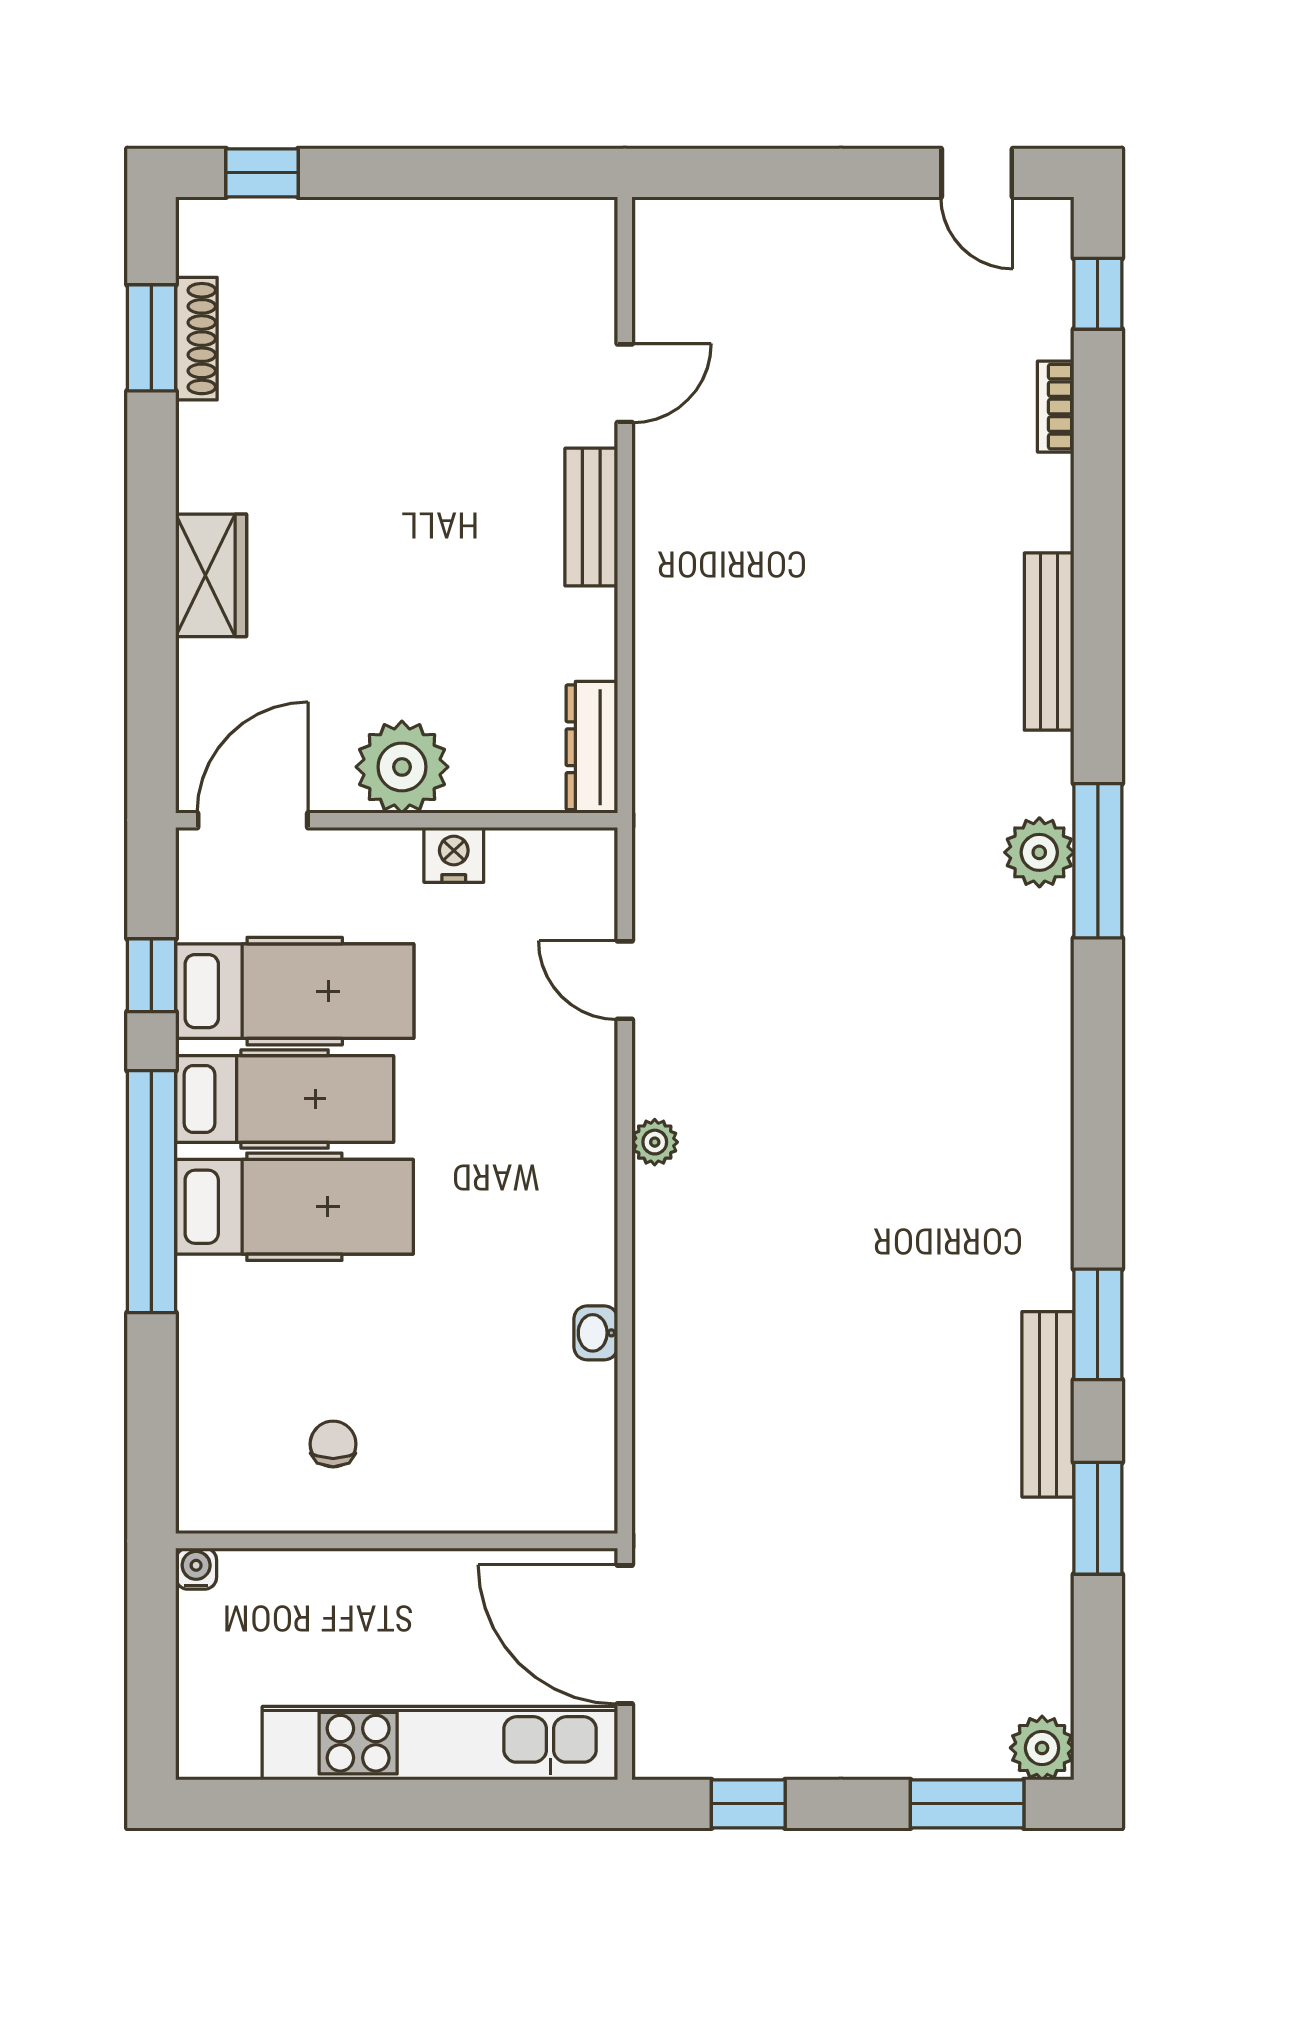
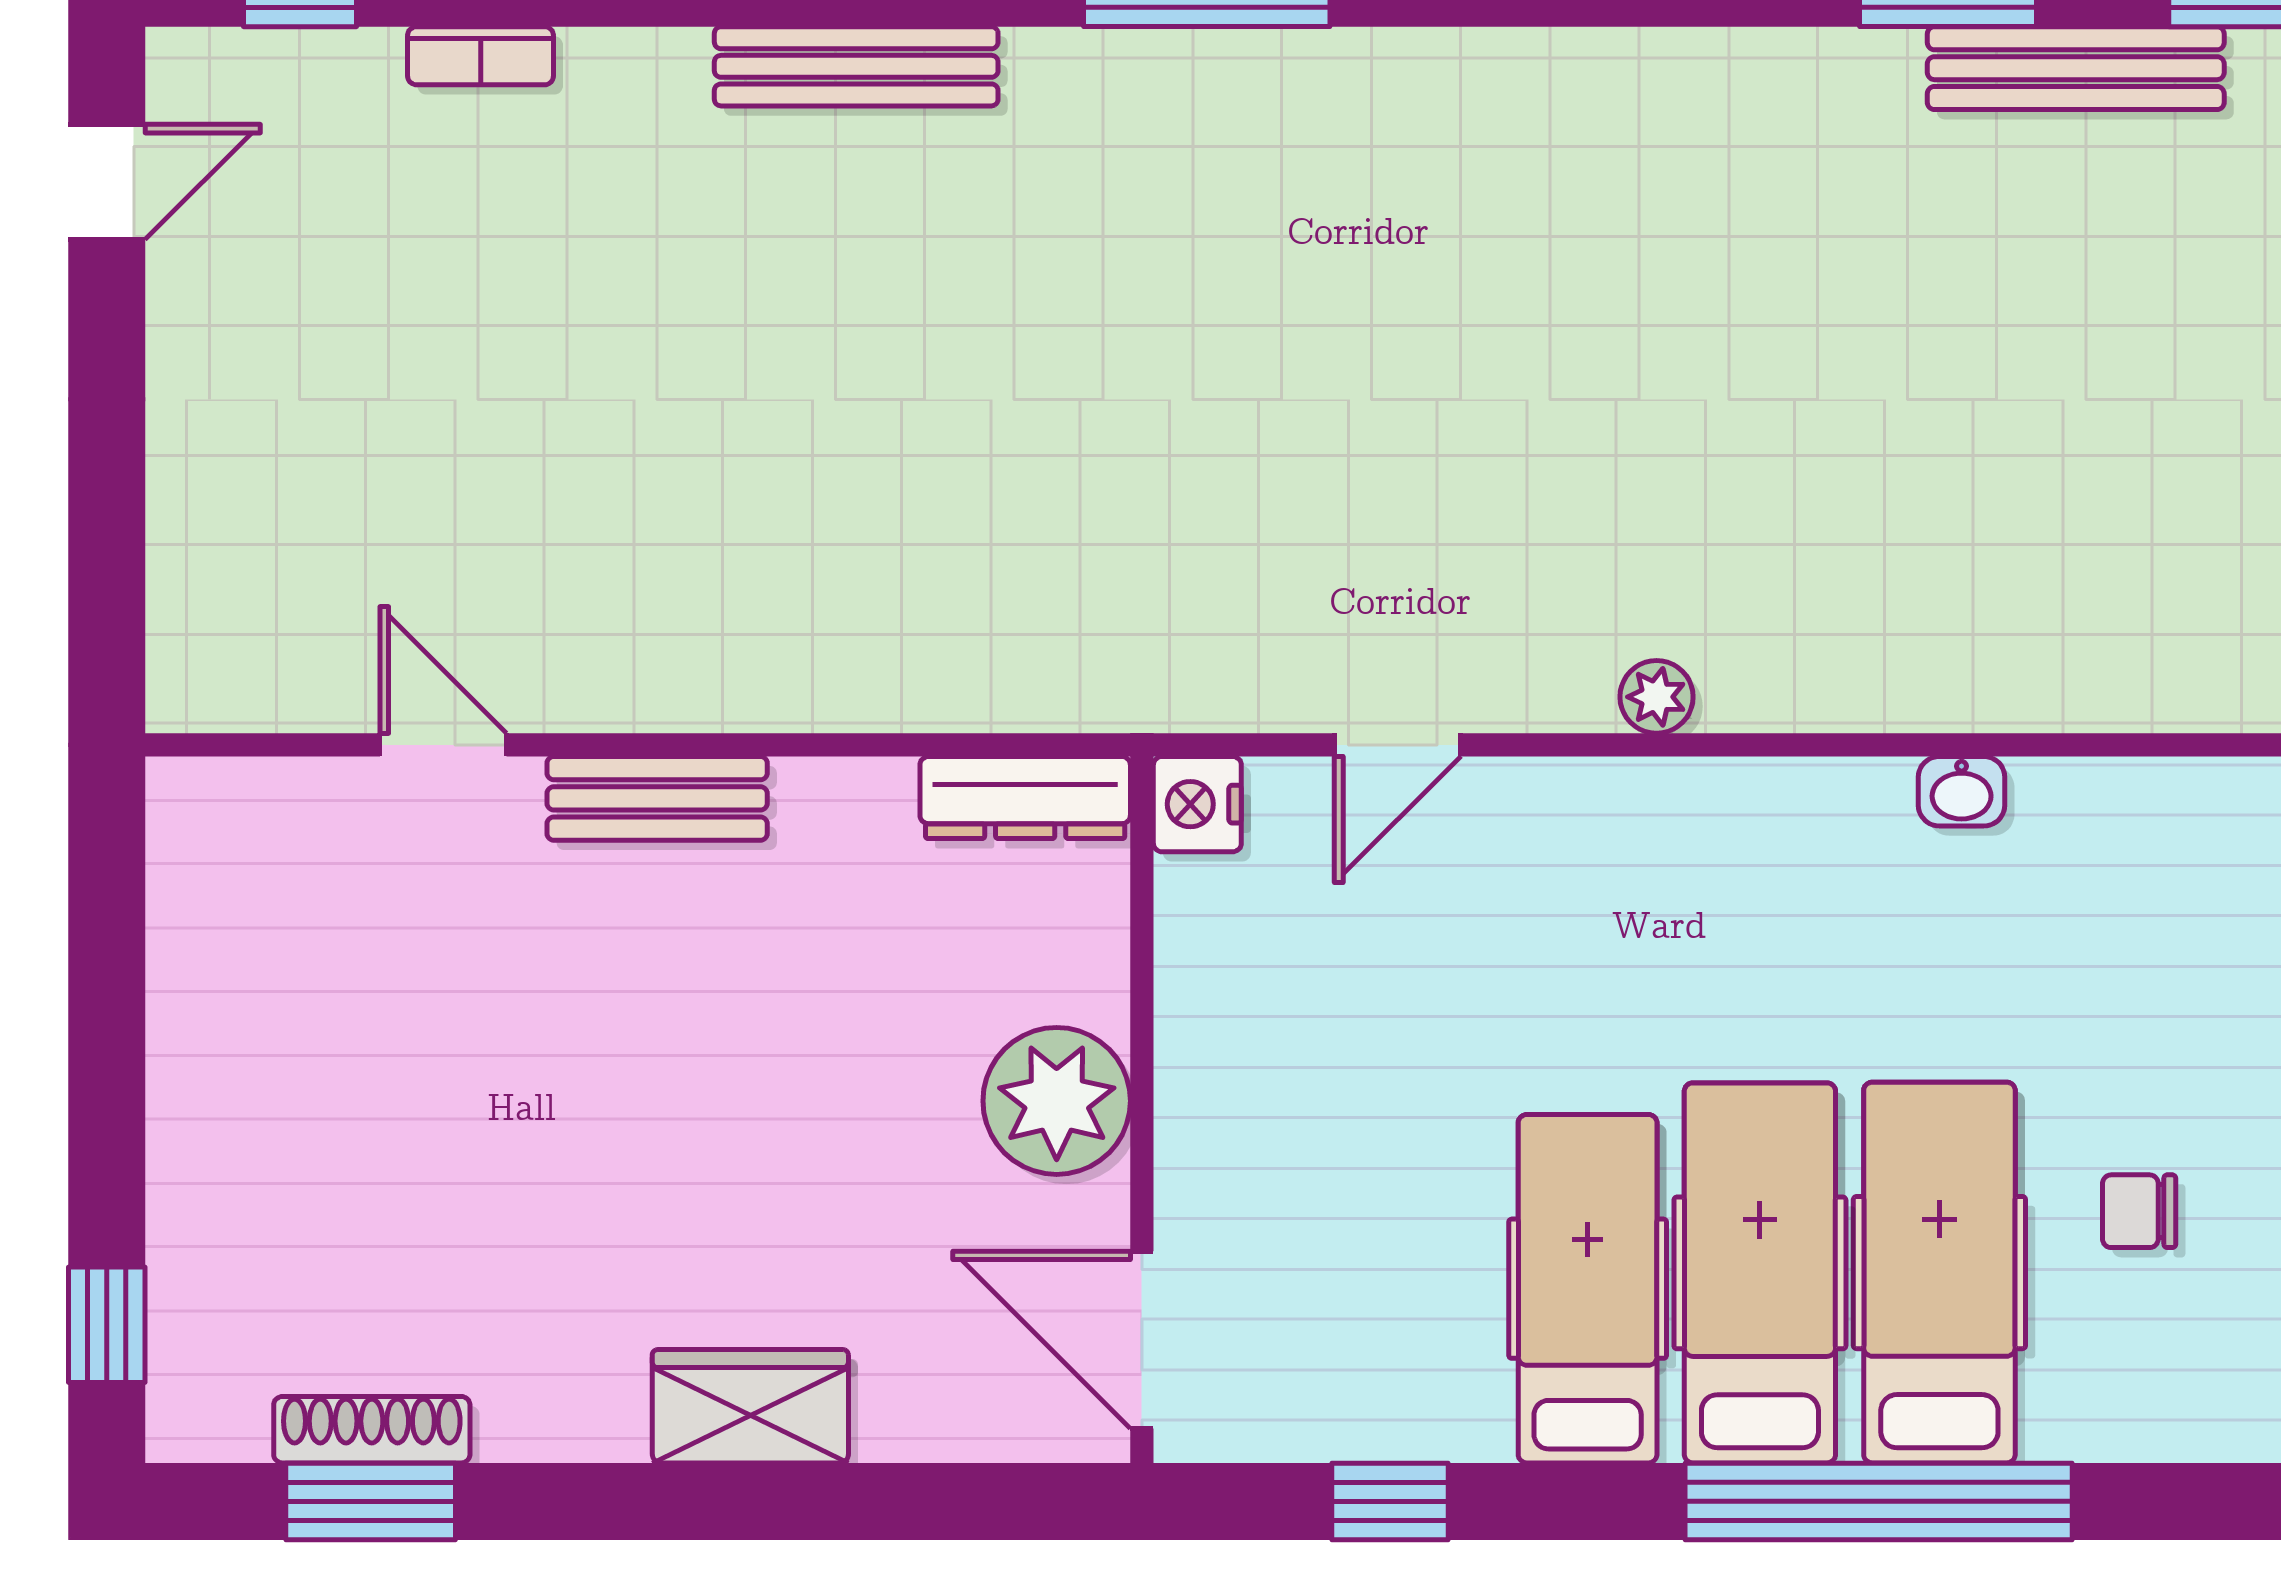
plant: (1039, 852) -> (1193, 82), removed
nightstand: (454, 855) -> (1197, 804), moved
hospital bed: (295, 991) -> (1939, 1273), moved
window: (151, 1192) -> (1879, 1501), moved

